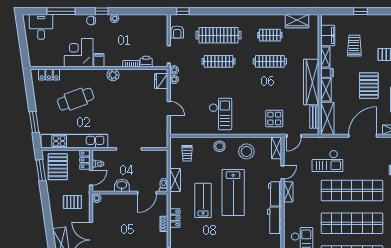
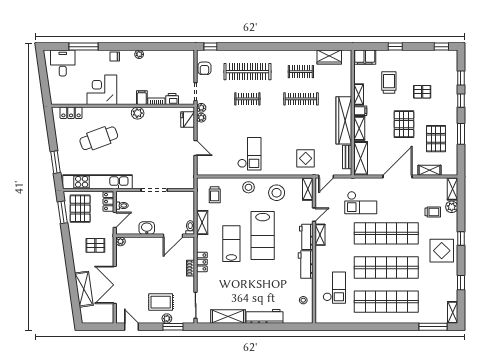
window: (102, 11) -> (126, 47), removed
filing cabinet: (328, 36) -> (365, 57), moved, turned 90
filing cabinet: (99, 60) -> (142, 98), moved
clothes rail: (218, 61) -> (247, 99), width x0.73

